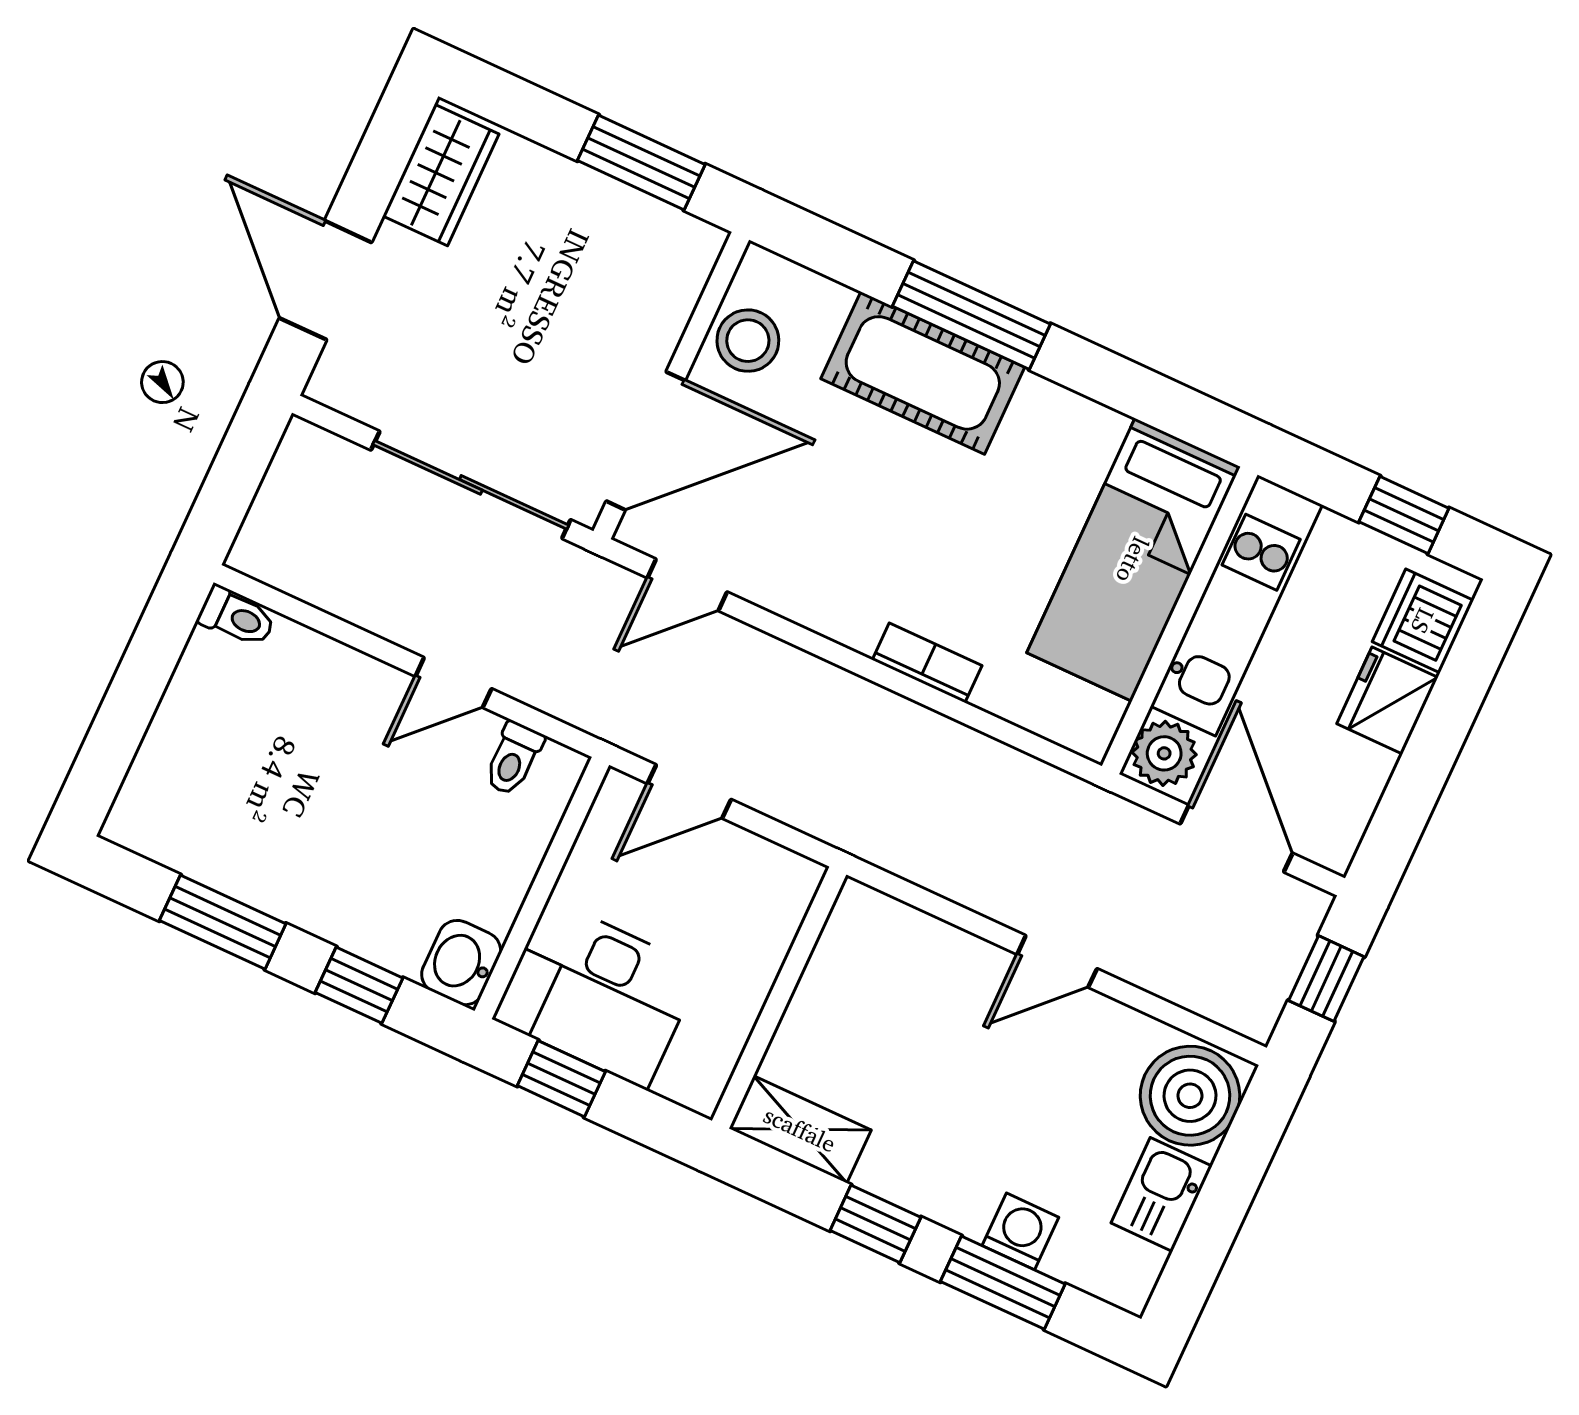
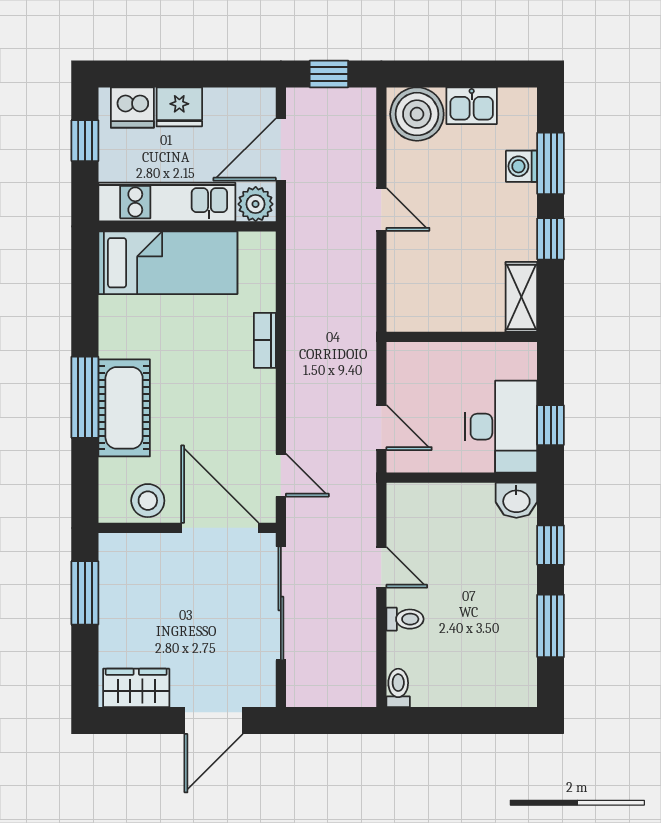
toilet: (513, 759) -> (405, 619), moved

